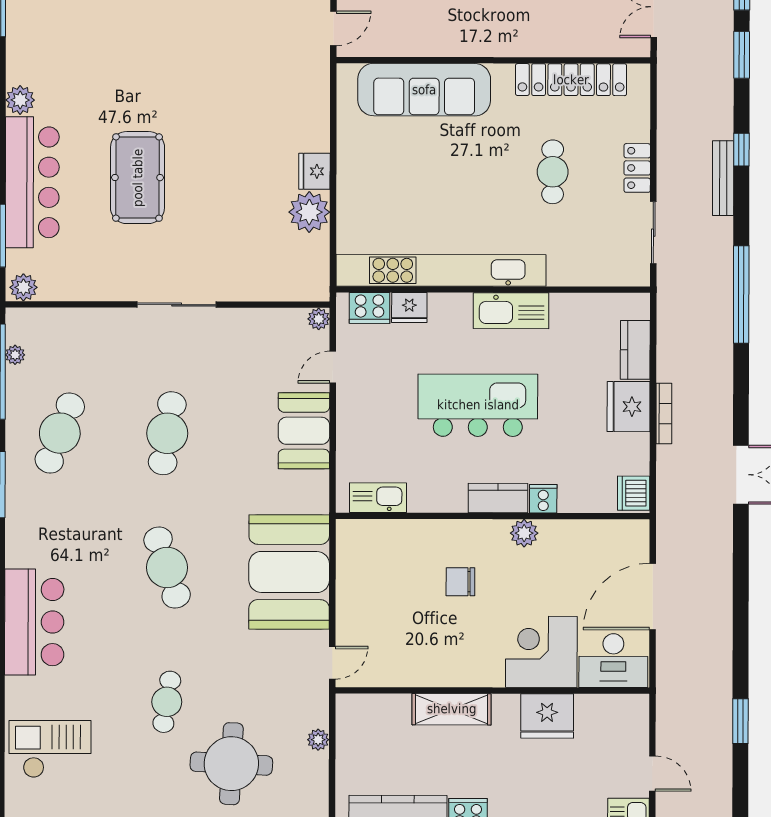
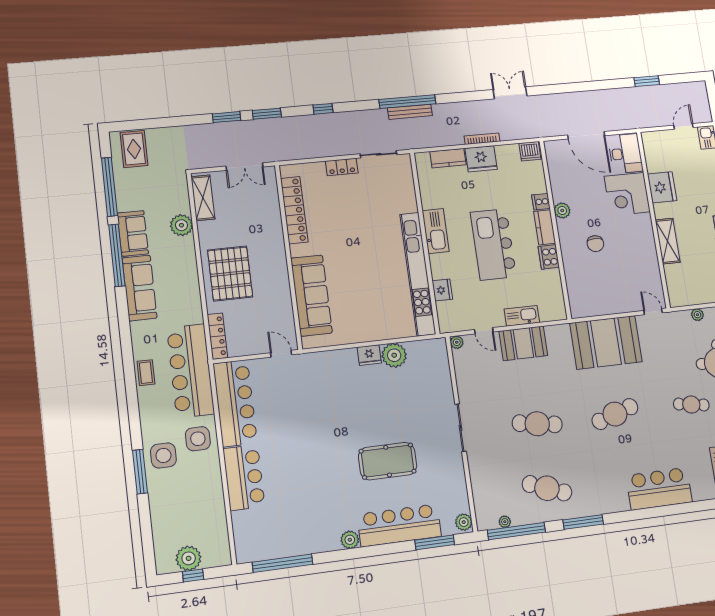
cafe table: (553, 172) -> (351, 215), removed
bench: (723, 178) -> (410, 112), moved
cooker: (370, 308) -> (549, 257), moved, turned 180
kitchen sink: (378, 498) -> (522, 316), moved, turned 90

